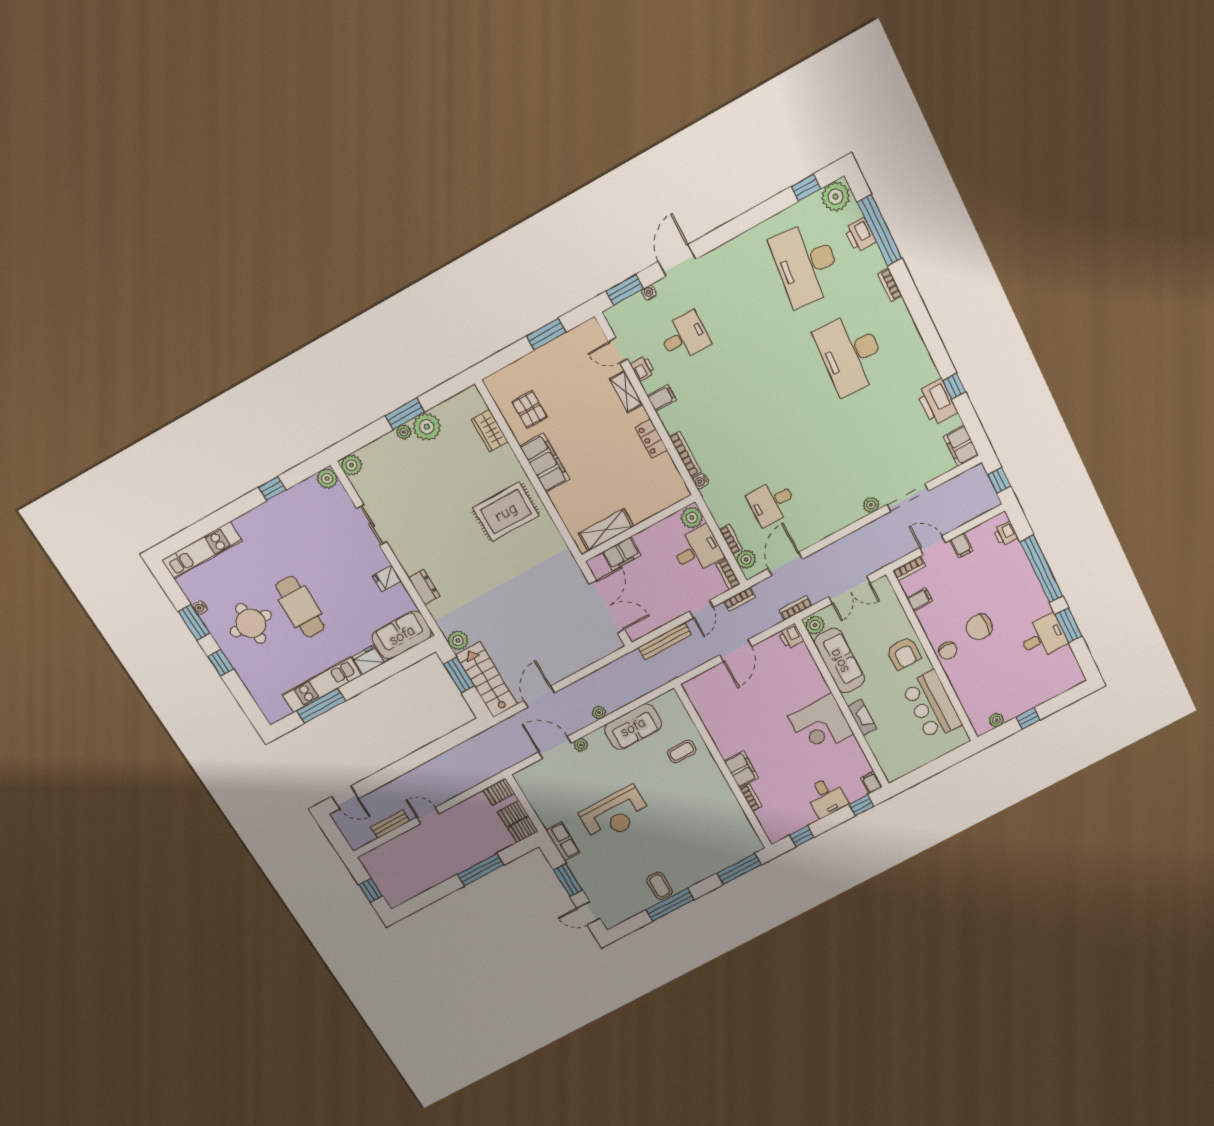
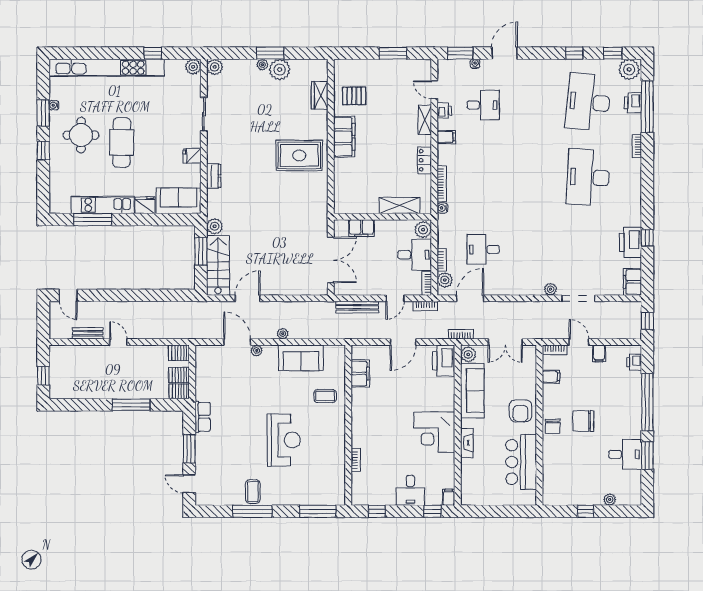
window: (760, 214) -> (574, 53), added
pallet: (529, 409) -> (354, 96), turned 90
shelving: (606, 530) -> (399, 206), moved
kitchen unit: (202, 550) -> (107, 68), width x1.86
printer: (791, 636) -> (444, 361), width x1.87, depth x1.48
plant: (996, 720) -> (610, 500), moved
filing cabinet: (741, 769) -> (360, 373), moved
reception desk: (615, 814) -> (284, 440), moved, turned -90

